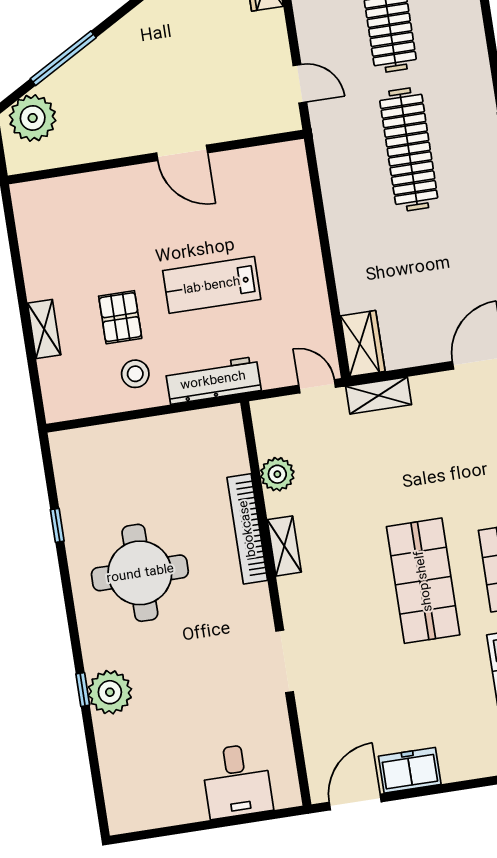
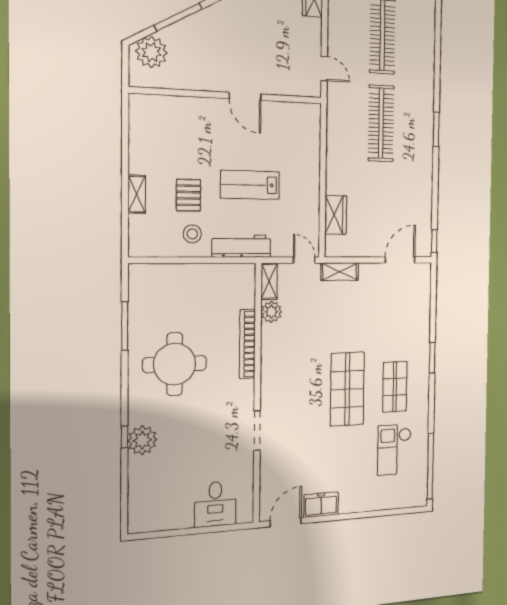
wardrobe: (363, 344) -> (336, 215), moved
window: (57, 525) -> (125, 326), width x2.17
shelving: (284, 546) -> (269, 281), moved

